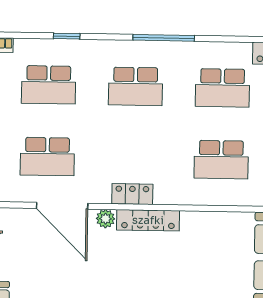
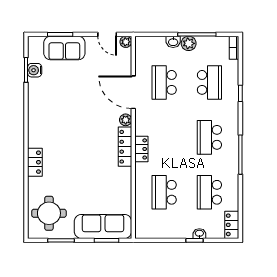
school desk: (49, 85) -> (209, 82), turned 180
locker: (132, 194) -> (141, 149), moved
door: (62, 206) -> (133, 92), hinge flipped

